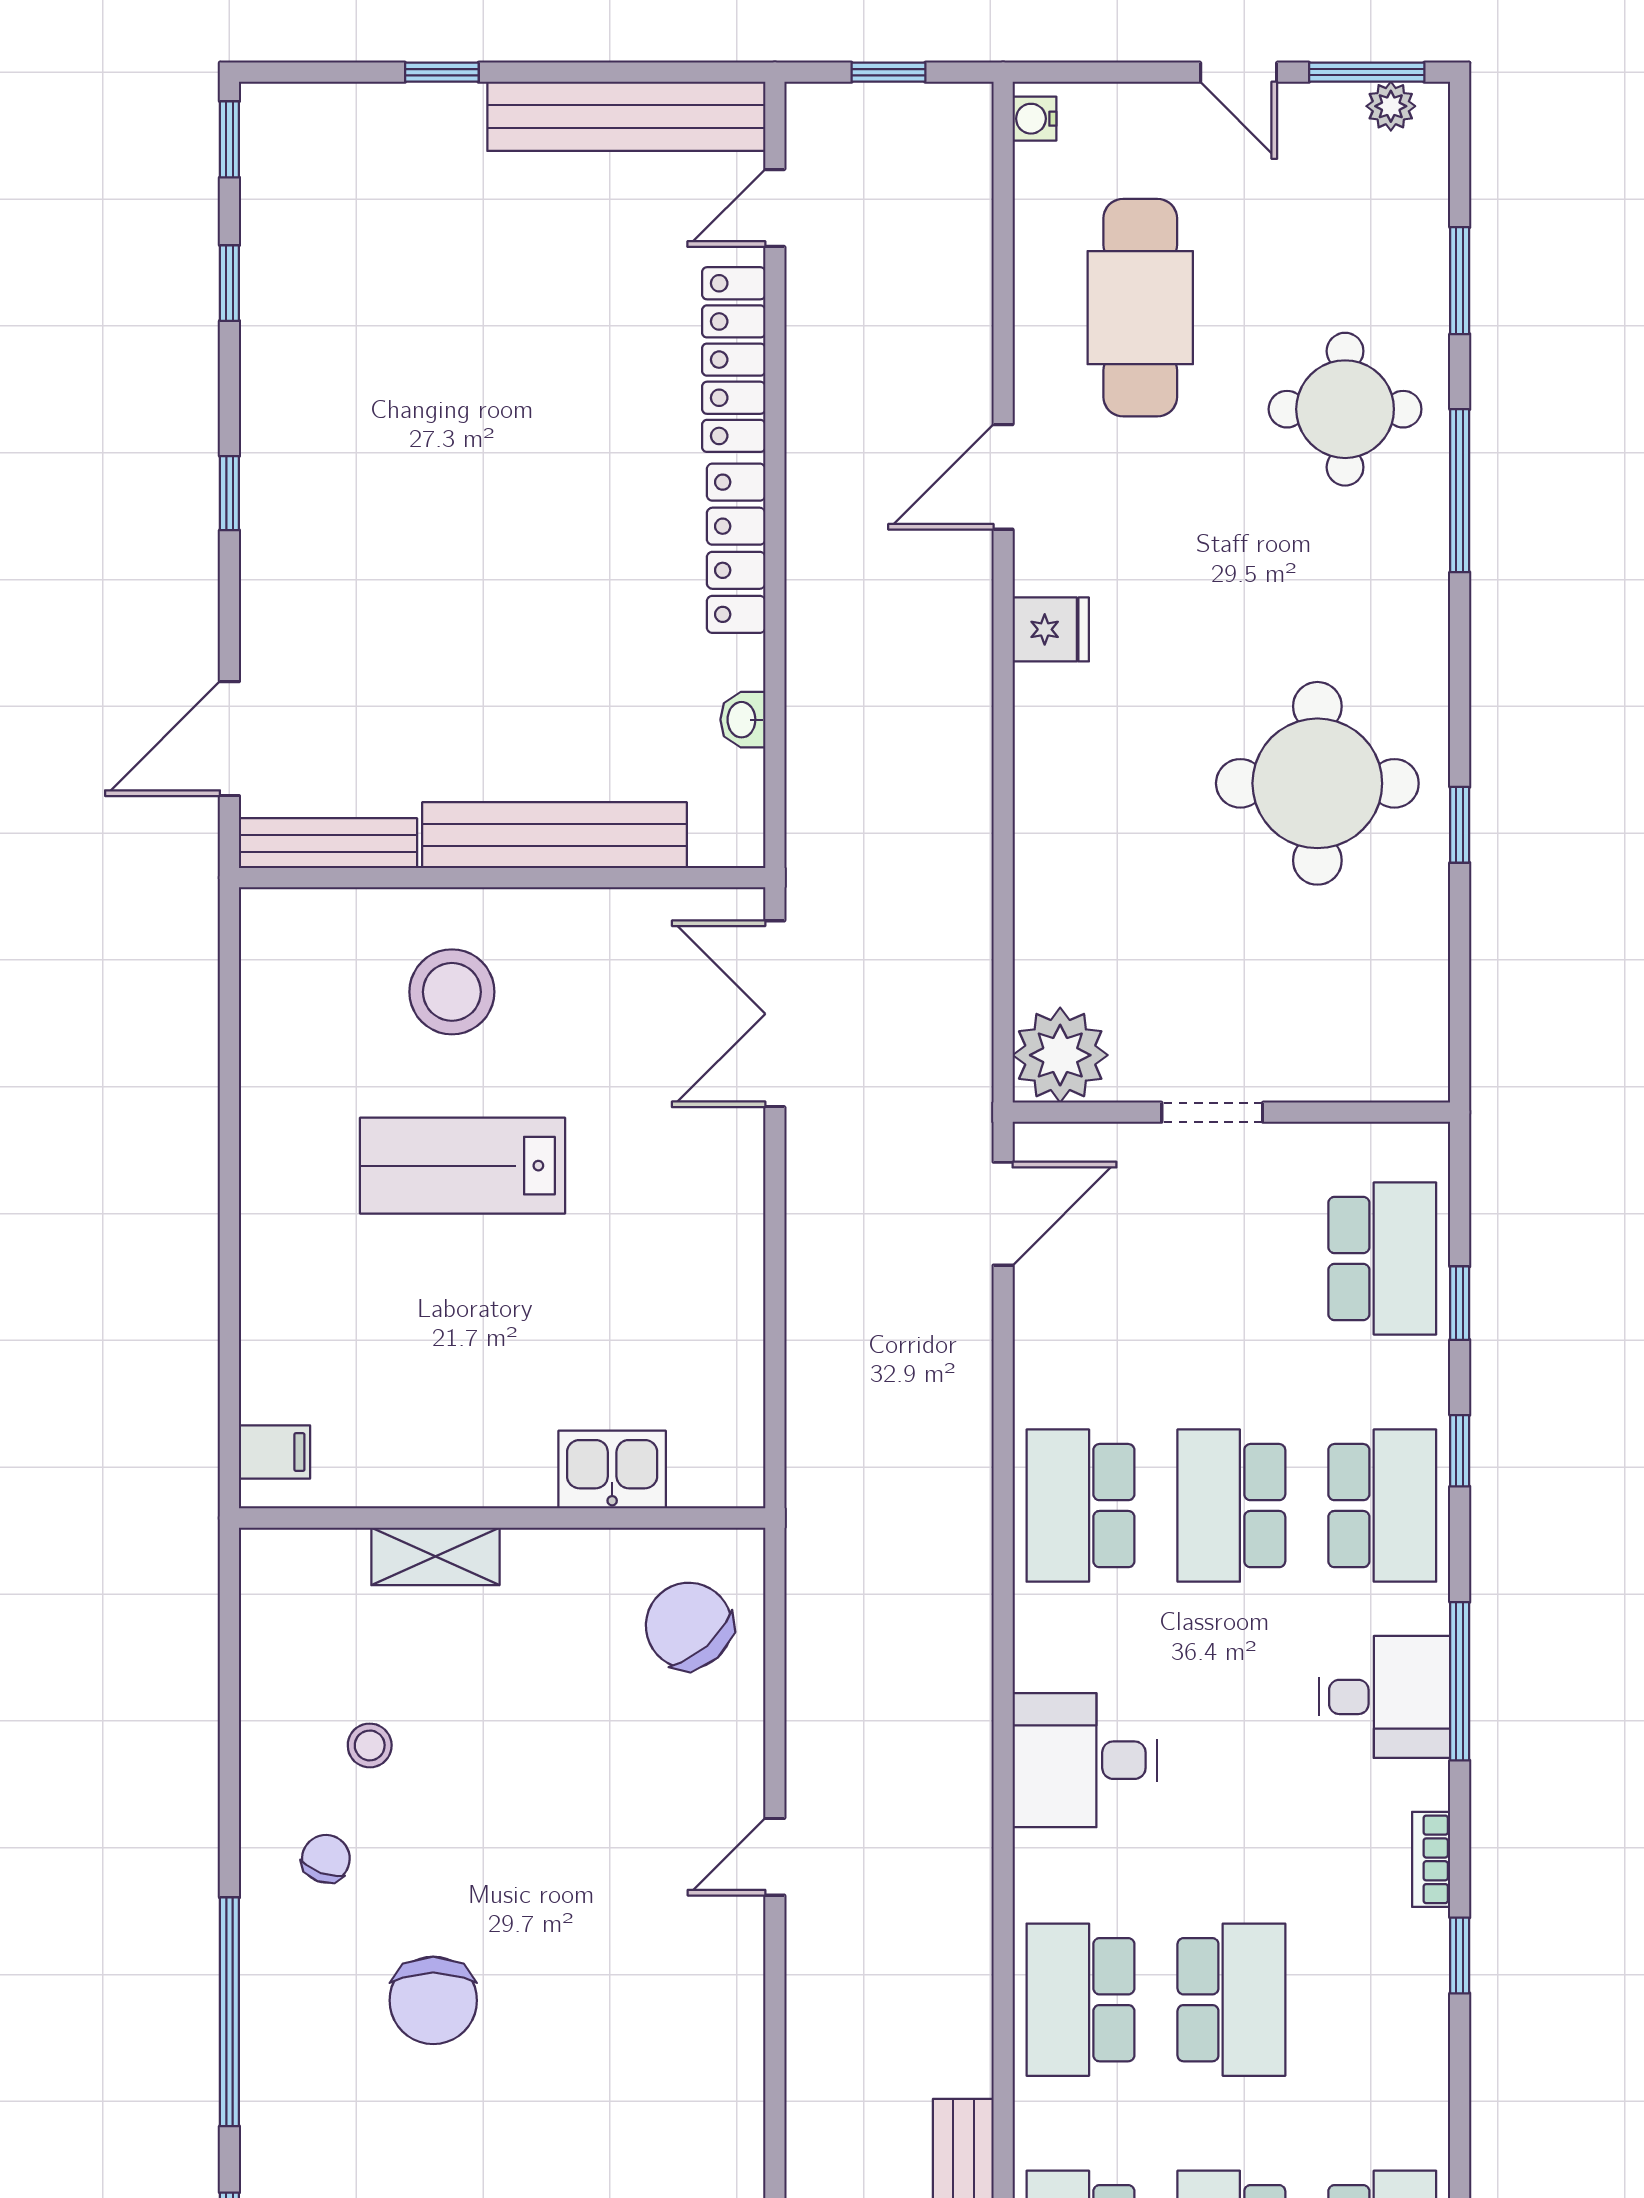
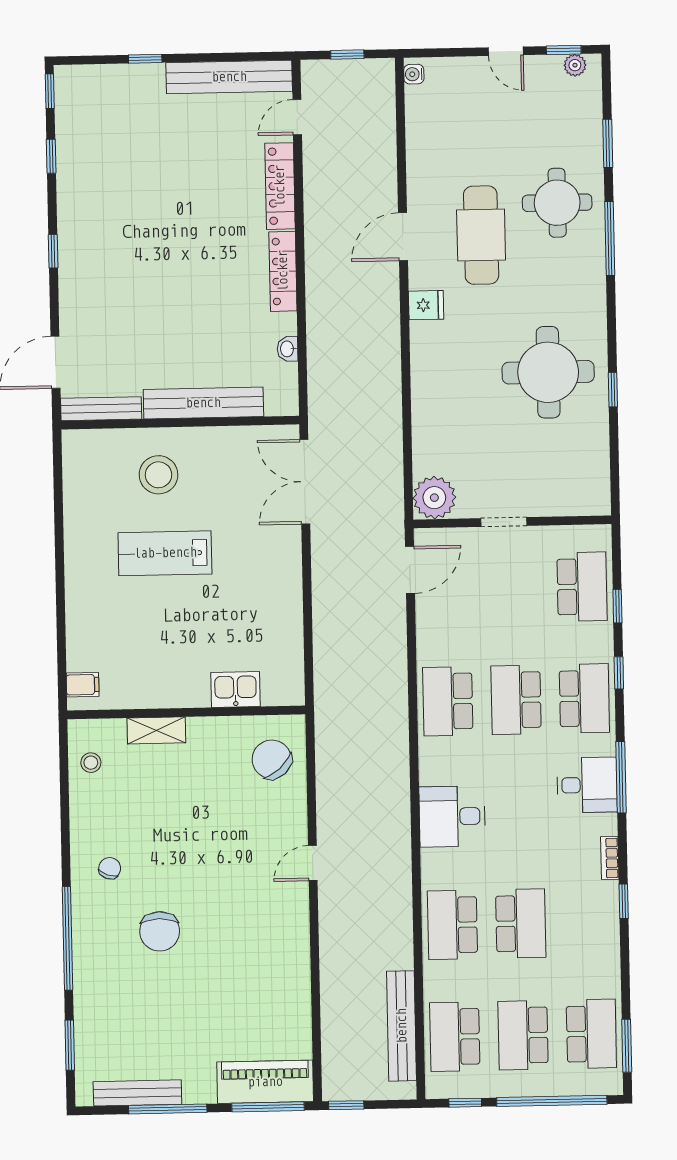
window: (1367, 72) -> (564, 50), width x0.67
cafe table: (1140, 308) -> (481, 235), moved
stool: (370, 1745) -> (91, 763), moved

